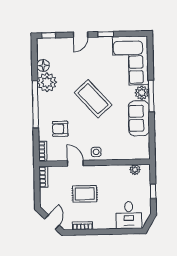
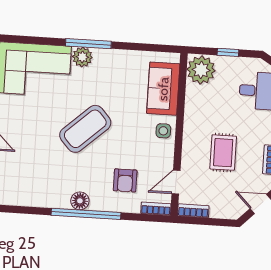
floor lamp: (43, 66) -> (80, 201), moved
plant: (47, 82) -> (56, 194), removed
sofa: (139, 118) -> (163, 89), moved, turned 90
door: (75, 163) -> (176, 182), moved
plant: (135, 170) -> (201, 70), width x1.88, depth x1.88

